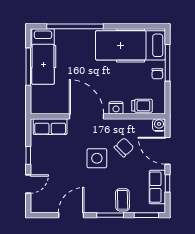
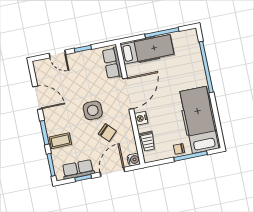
hospital bed: (43, 57) -> (147, 49), moved, turned 180

